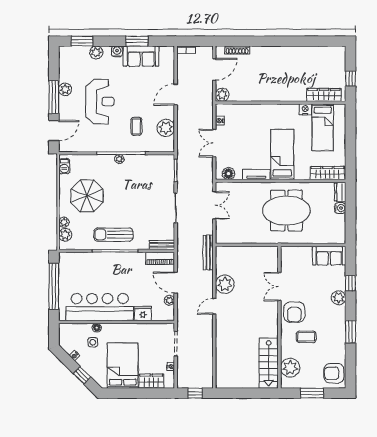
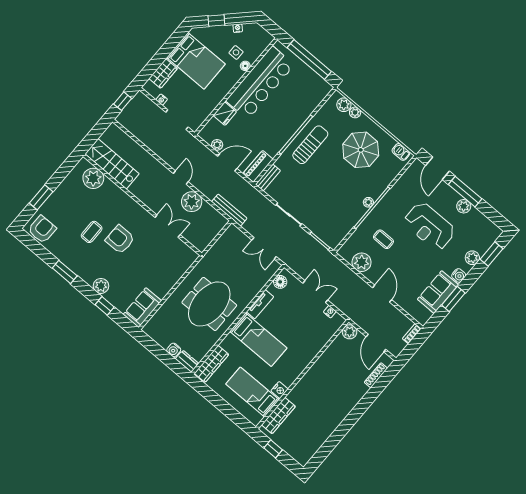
double door: (279, 287) -> (168, 226), moved
wall: (279, 317) -> (142, 205), moved
stairs: (269, 363) -> (112, 164), moved
plant: (290, 368) -> (93, 178), moved

